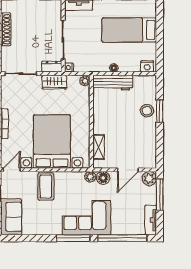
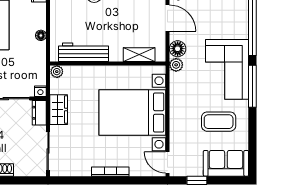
workbench: (113, 83) -> (84, 52), moved, turned -90
coffee table: (46, 186) -> (219, 122), moved

